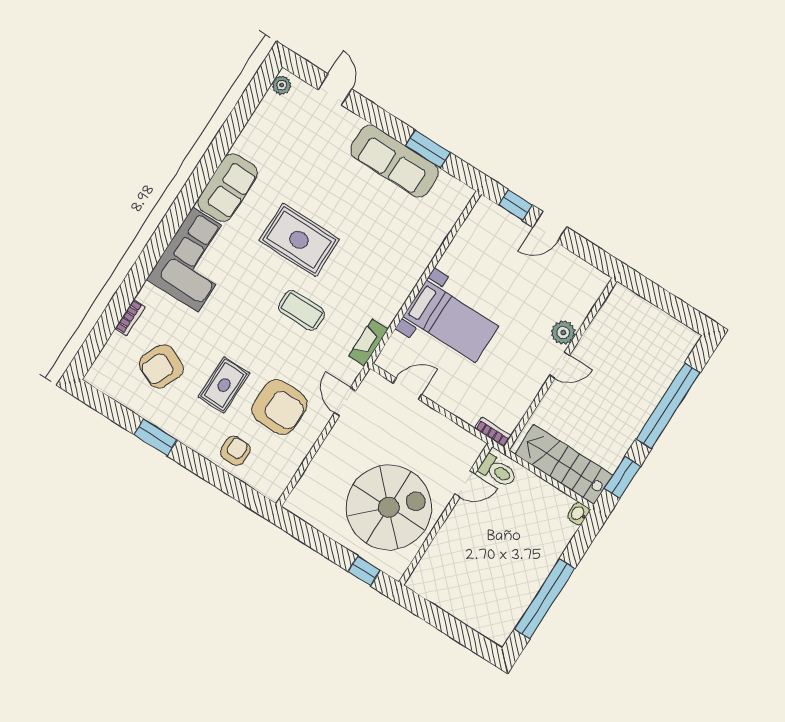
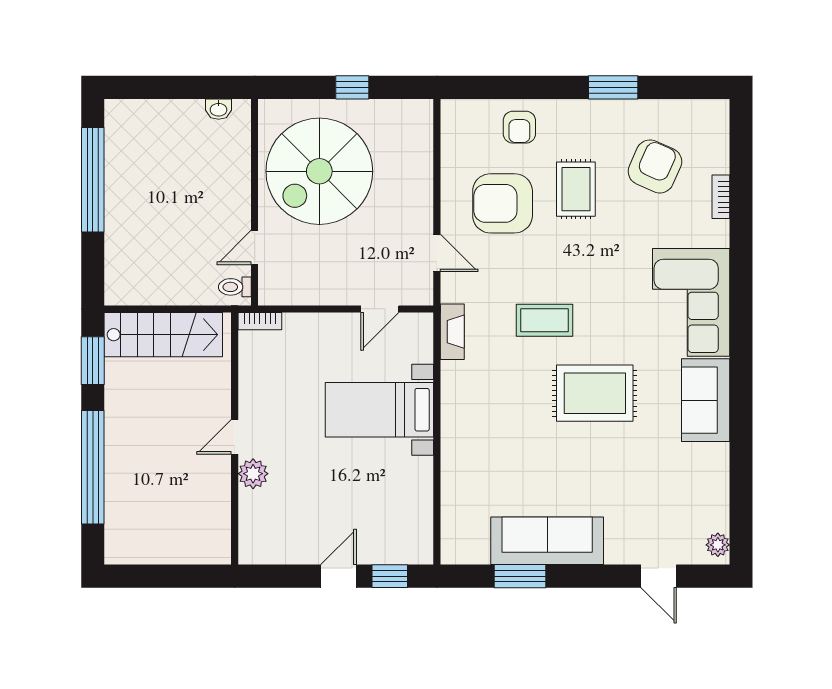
toilet: (498, 471) -> (235, 287), width x0.73, depth x0.72
washbasin: (579, 514) -> (219, 109), moved, turned 90
window: (364, 571) -> (352, 87), moved

